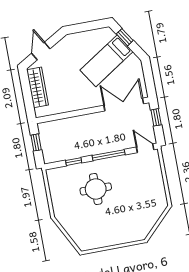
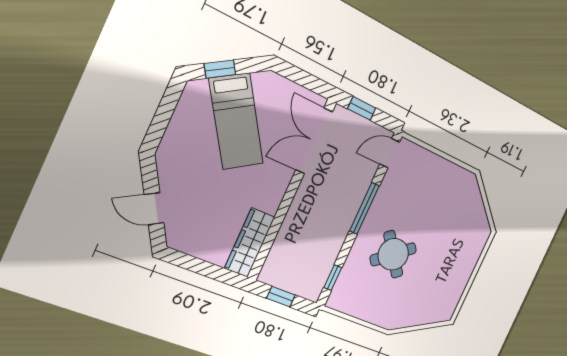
wardrobe: (38, 87) -> (250, 243), moved, turned -90
window: (74, 162) -> (333, 278), moved
round table: (96, 189) -> (393, 254), turned -38

